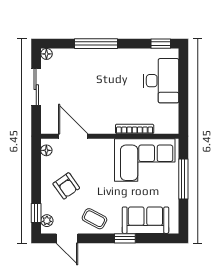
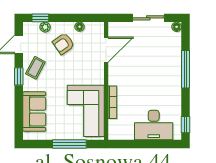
floor lamp: (46, 150) -> (80, 27), moved
plant: (47, 221) -> (45, 27), moved
window: (125, 238) -> (19, 76), moved

